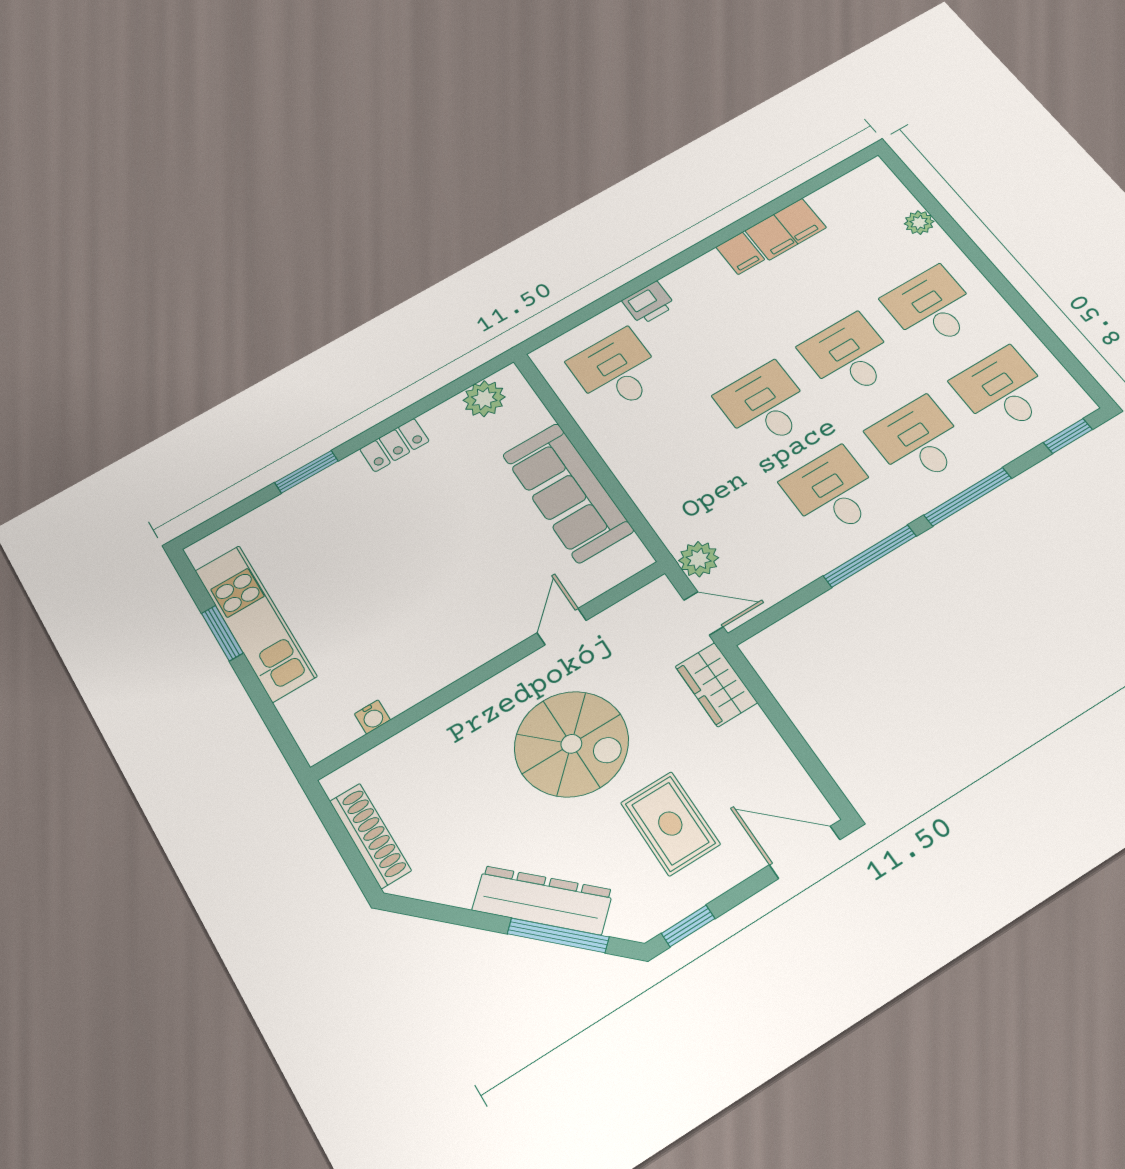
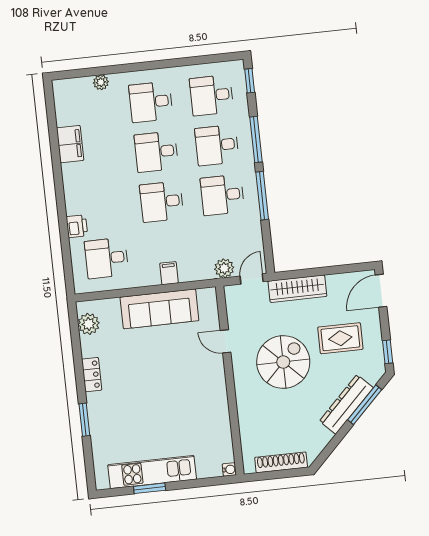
filing cabinet: (740, 253) -> (169, 273), moved, turned -90
wardrobe: (716, 685) -> (297, 289), width x1.50
water cooler: (372, 717) -> (229, 469), moved

